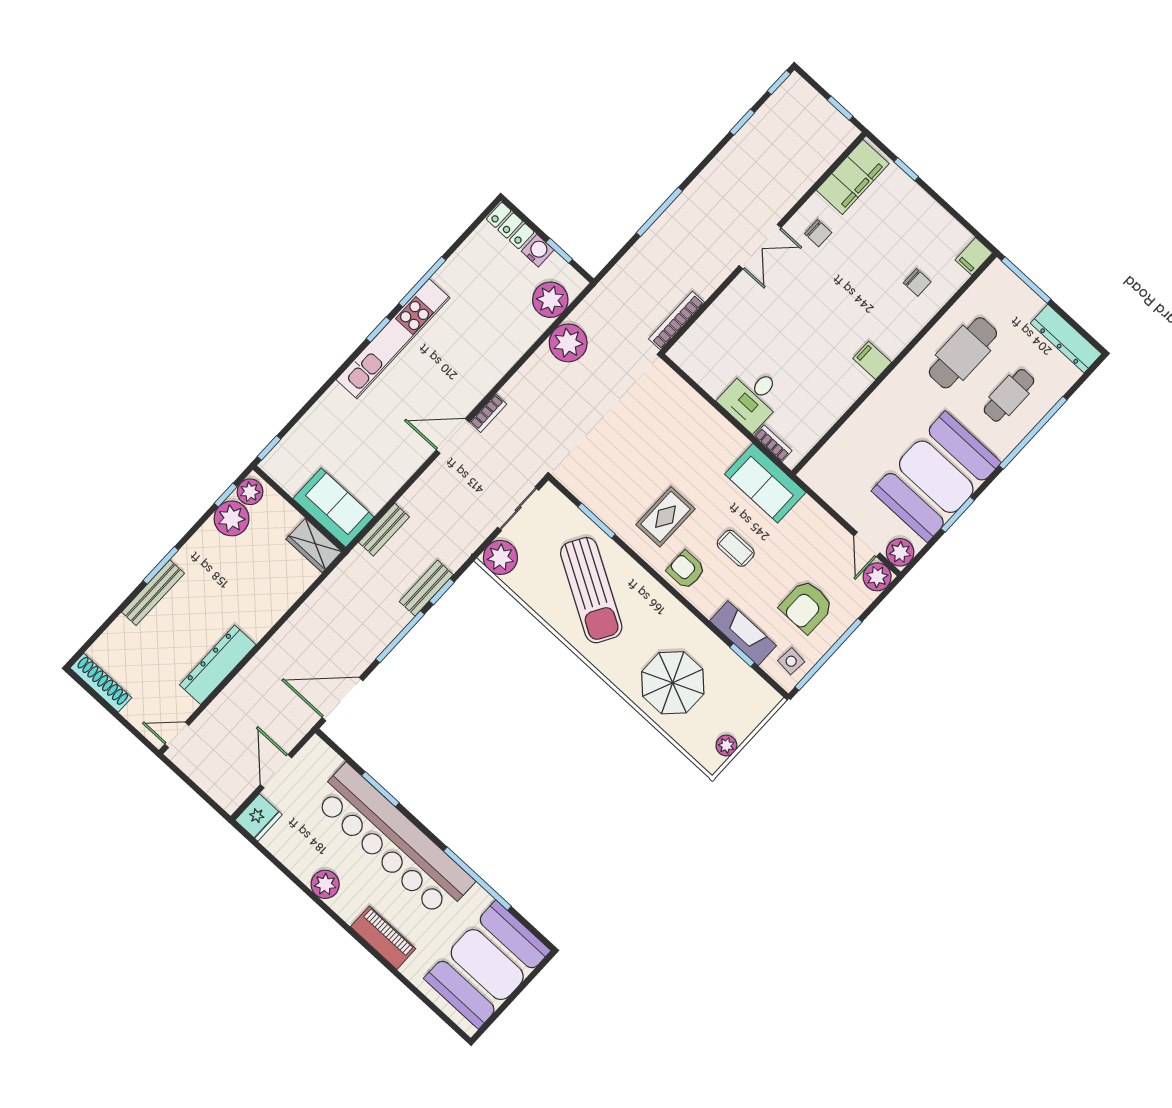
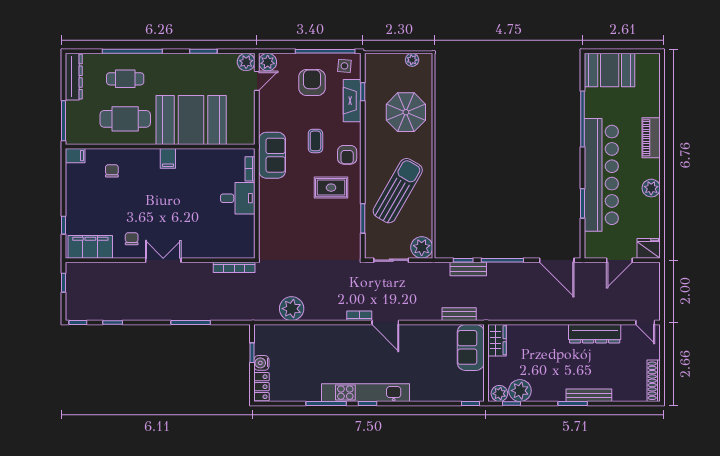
plant: (550, 300) -> (279, 336), removed
booth: (936, 477) -> (191, 120), moved
armchair: (806, 606) -> (312, 82), turned -90
booth: (487, 965) -> (610, 70), width x0.73, depth x0.70

